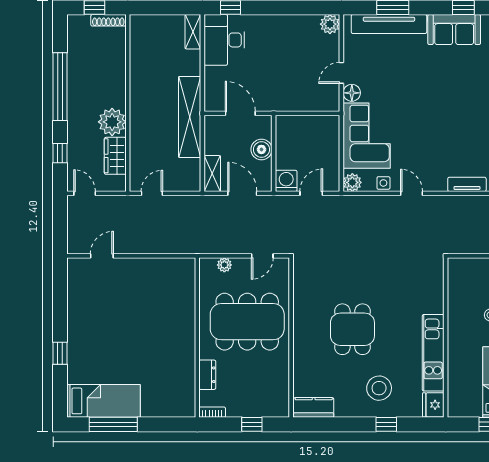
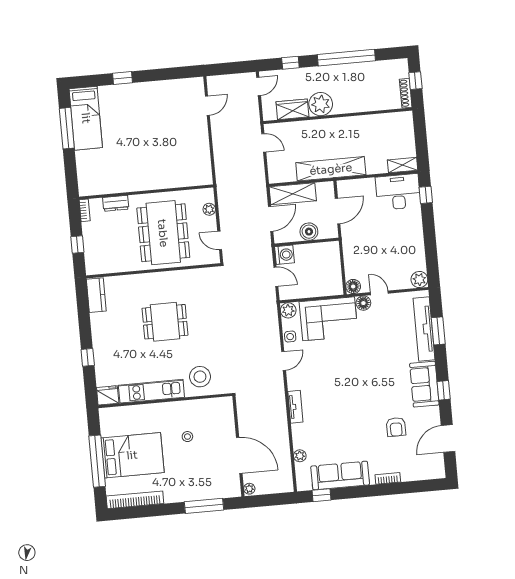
floor lamp: (331, 103) -> (353, 286), added
shelving: (212, 174) -> (293, 194), width x1.50, depth x1.33
door: (102, 256) -> (207, 106), hinge flipped
stool: (379, 388) -> (200, 377), moved

